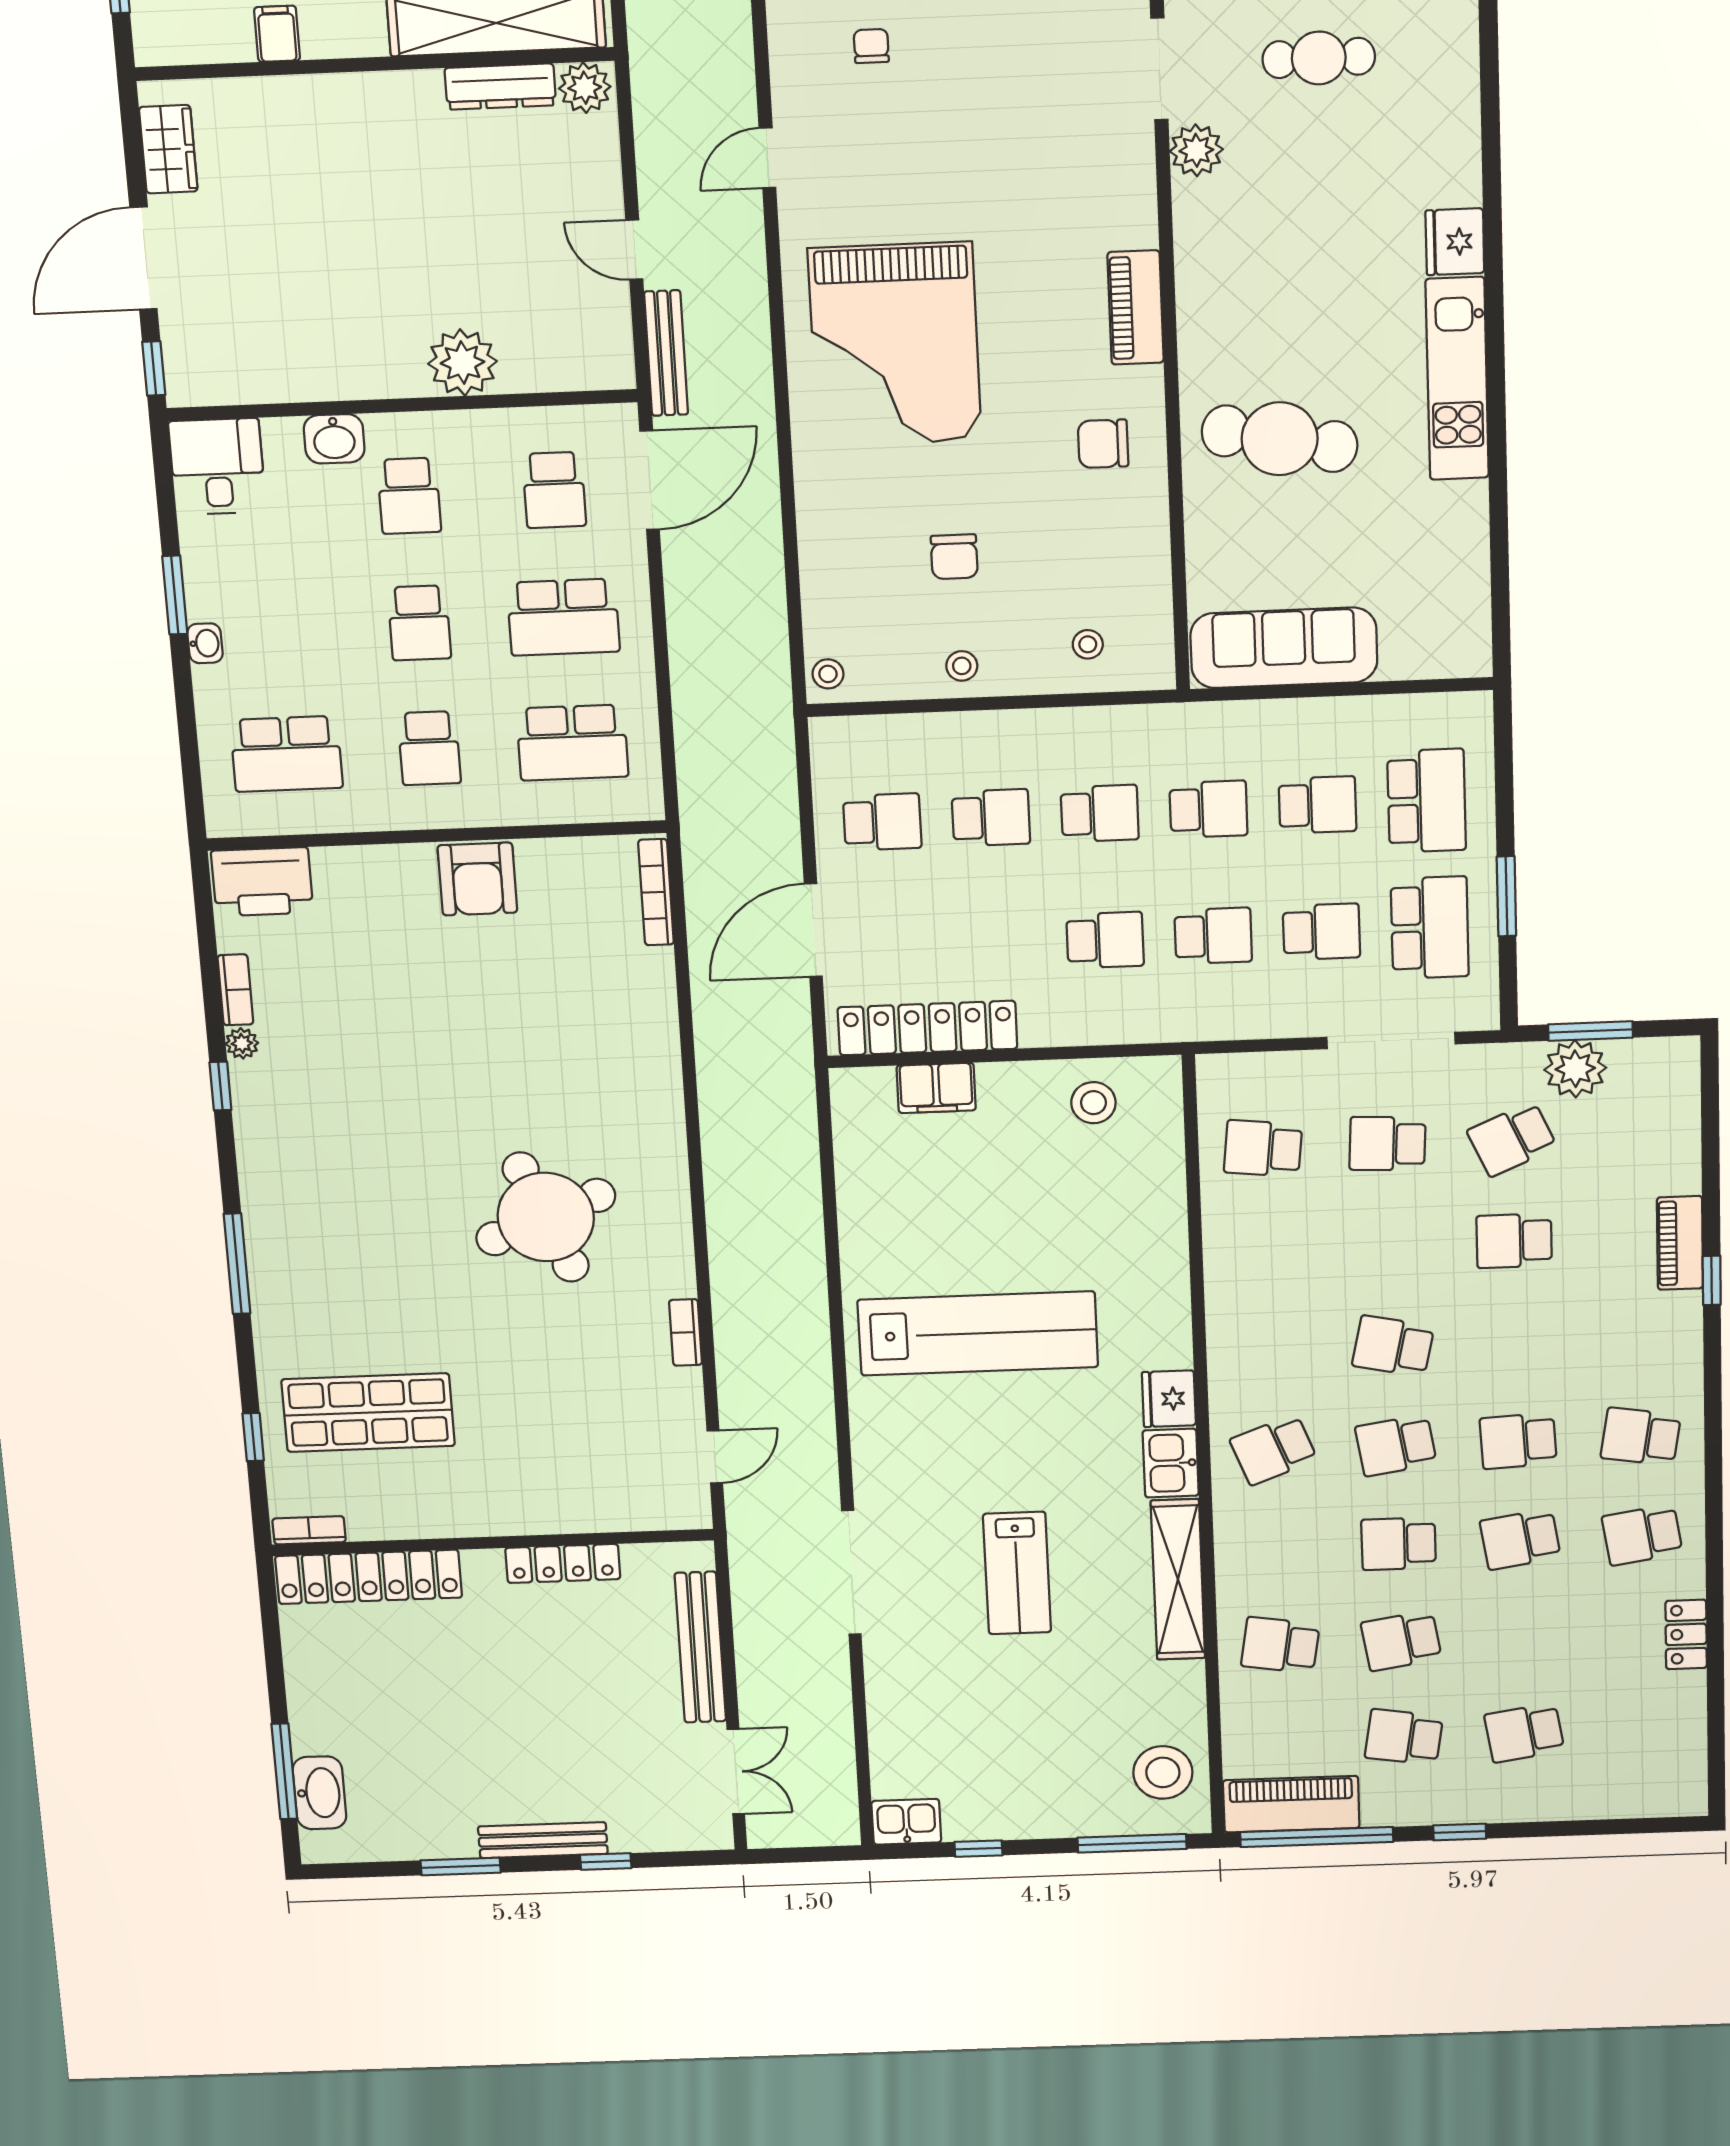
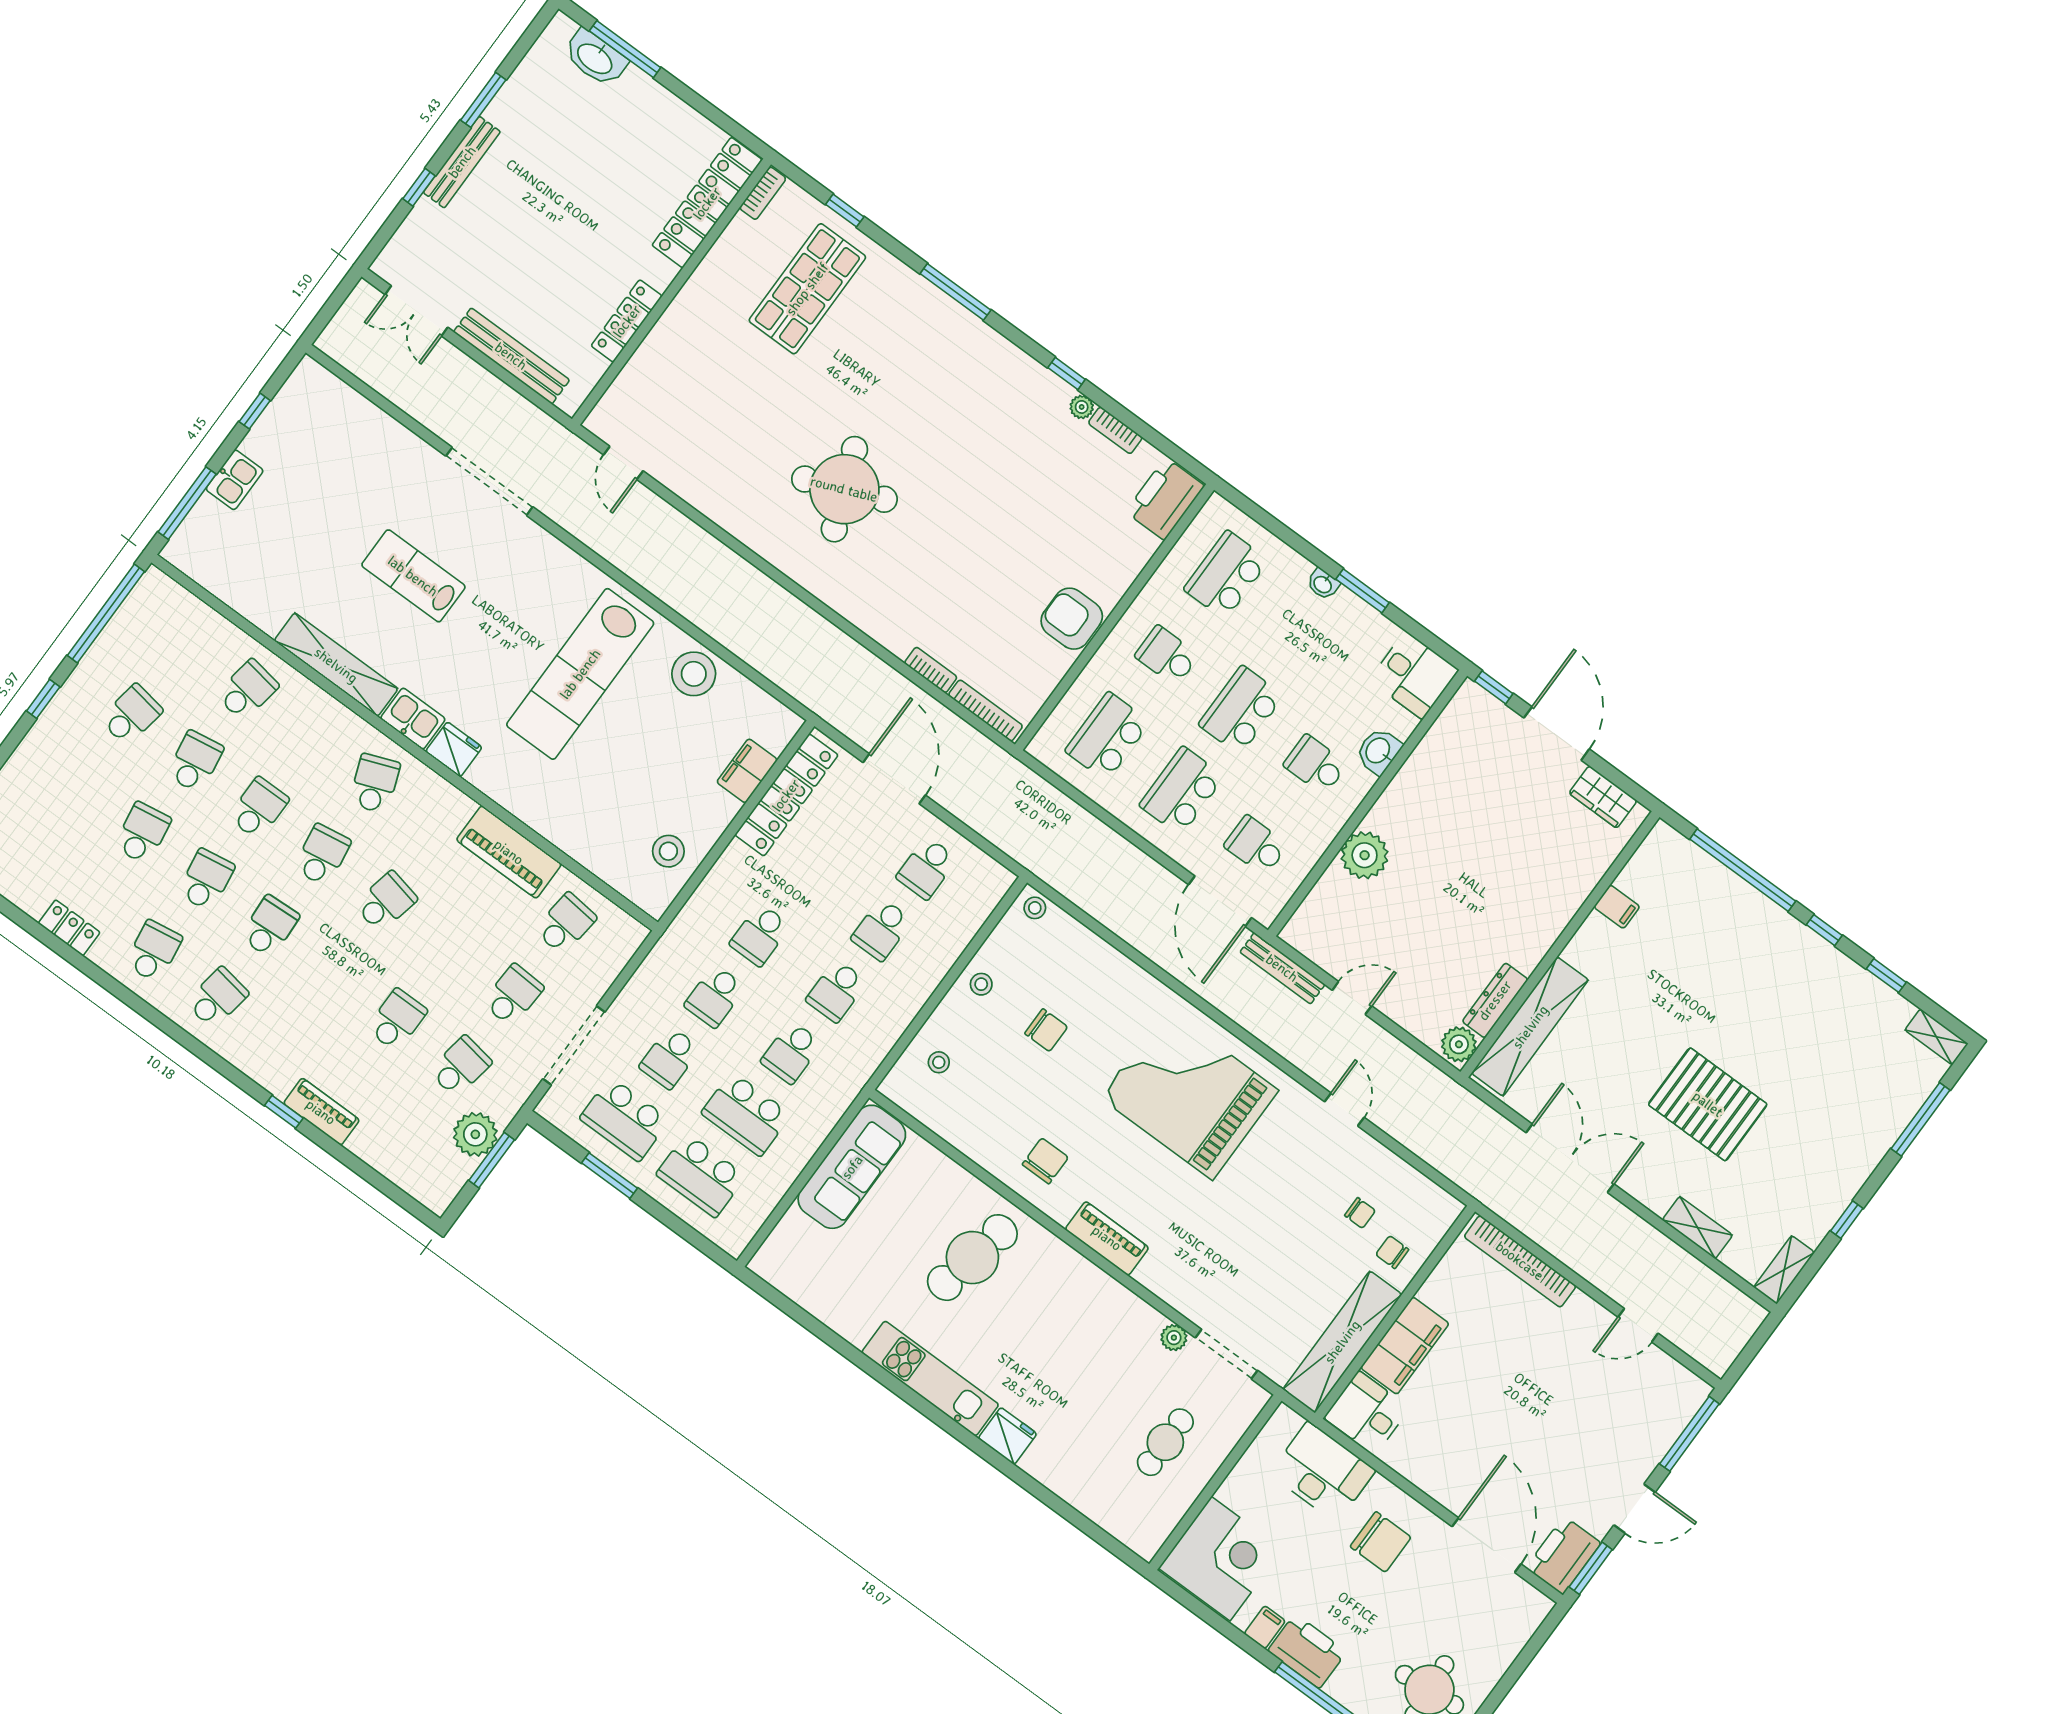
plant: (1196, 150) -> (1174, 1338), width x0.73, depth x0.73
chair: (954, 557) -> (1046, 1030), turned 180
school desk: (419, 623) -> (1241, 710), width x1.85
school desk: (1317, 805) -> (746, 1114), width x1.85
school desk: (1512, 1139) -> (460, 1067), turned 33
bookcase: (686, 1332) -> (931, 670), moved
school desk: (1524, 1733) -> (142, 833), moved
stool: (1163, 1772) -> (694, 674), moved
piano: (1291, 1804) -> (509, 852), moved, turned 90
kitchen sink: (906, 1822) -> (235, 480), moved

